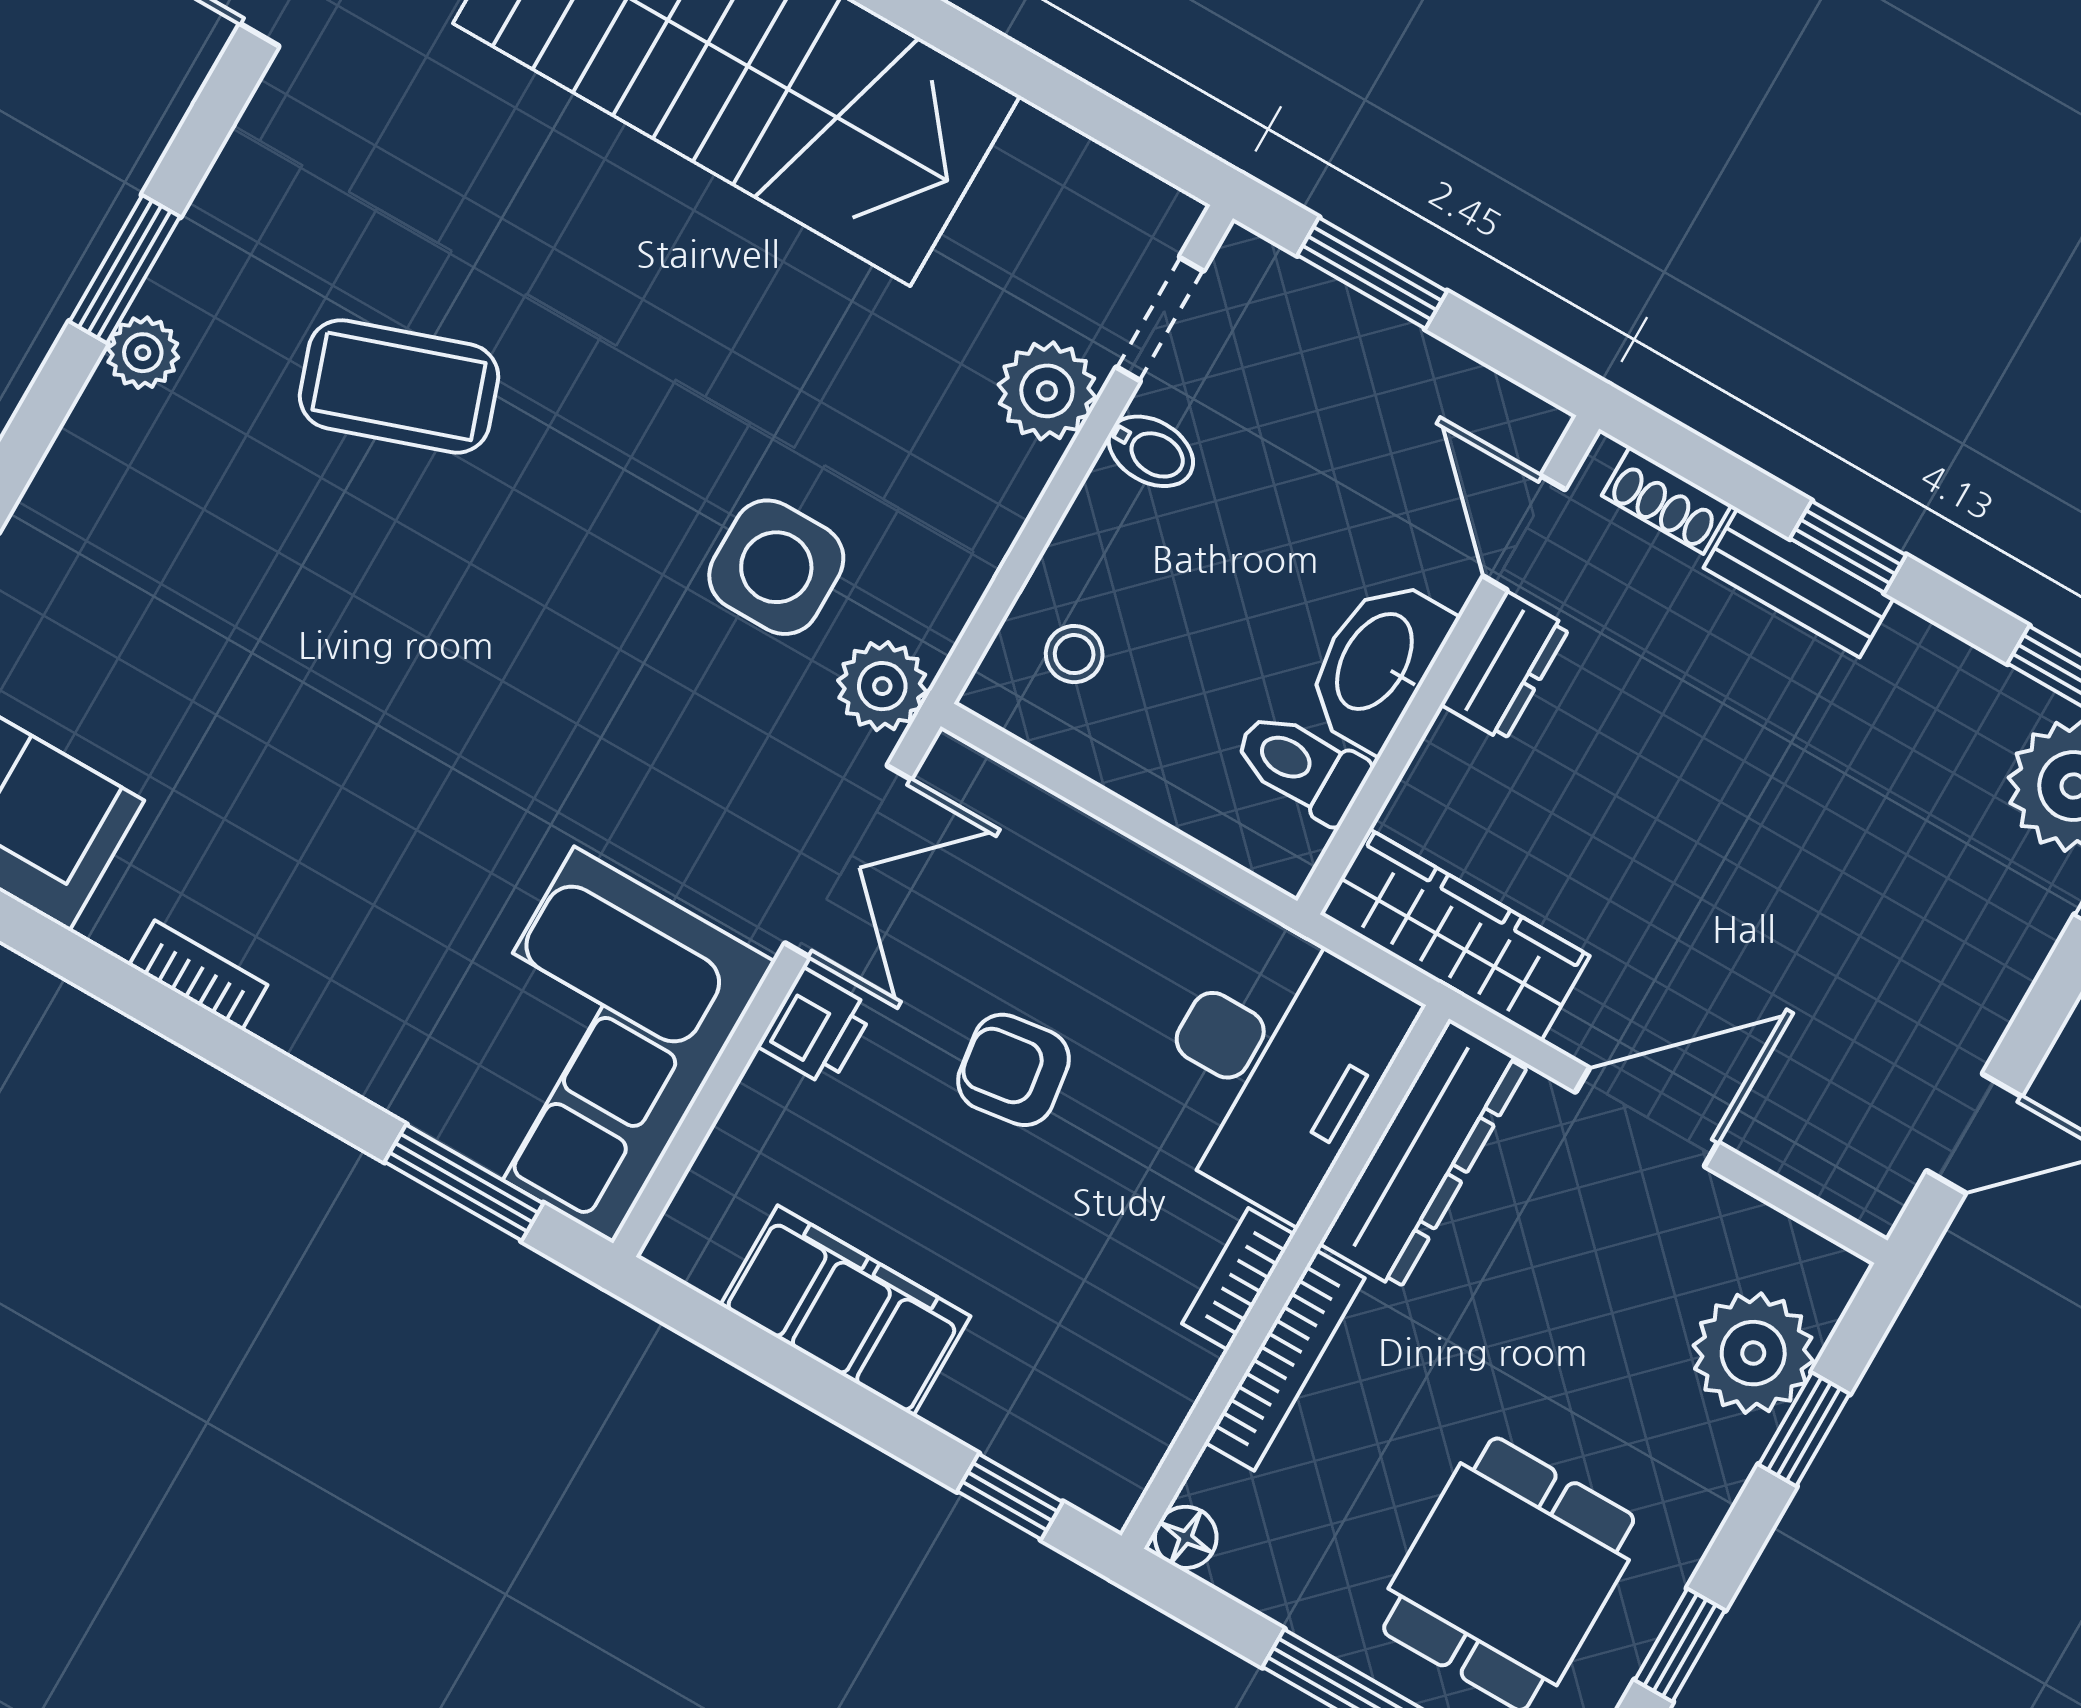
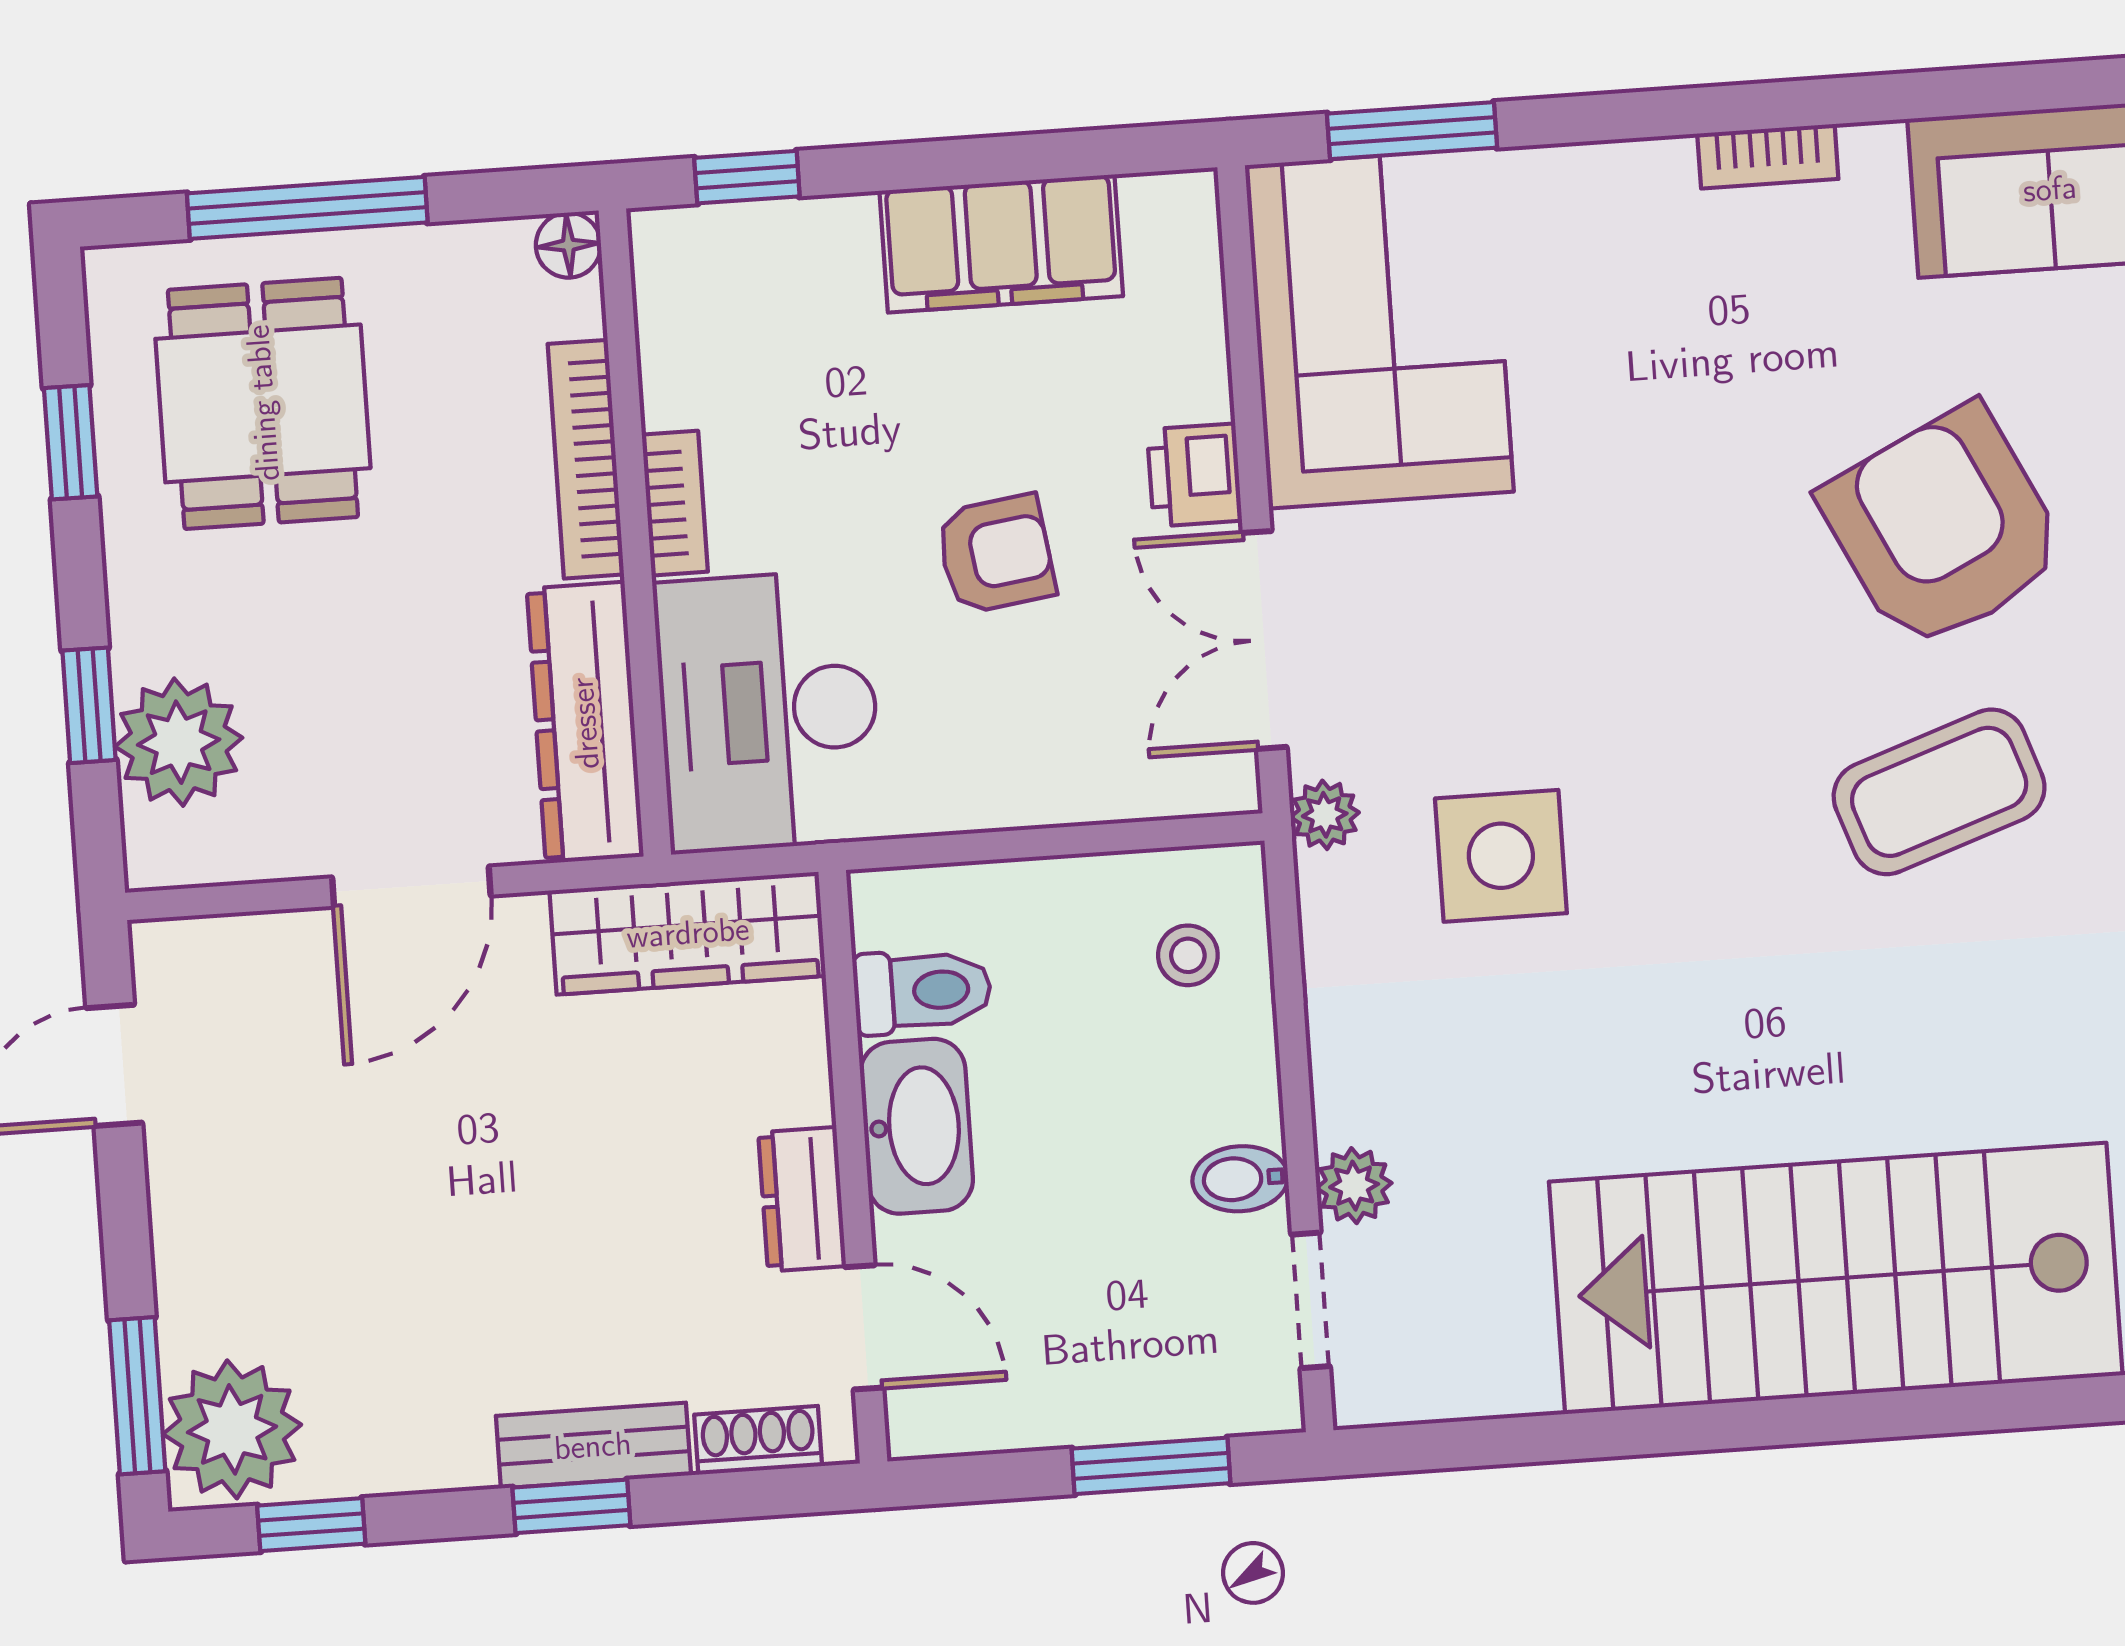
plant: (1047, 391) -> (1354, 1186), width x0.73, depth x0.73
armchair: (257, 591) -> (1943, 528), added
plant: (882, 686) -> (1325, 815), width x0.73, depth x0.73

